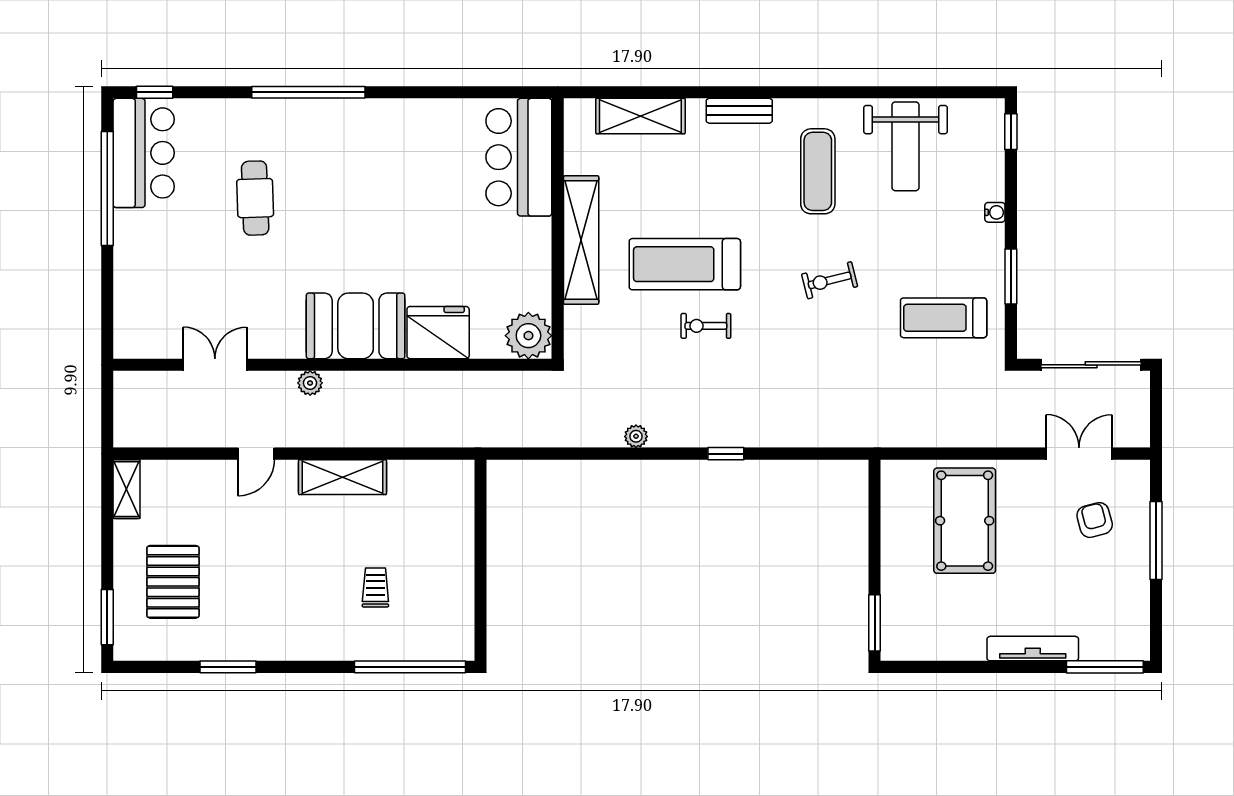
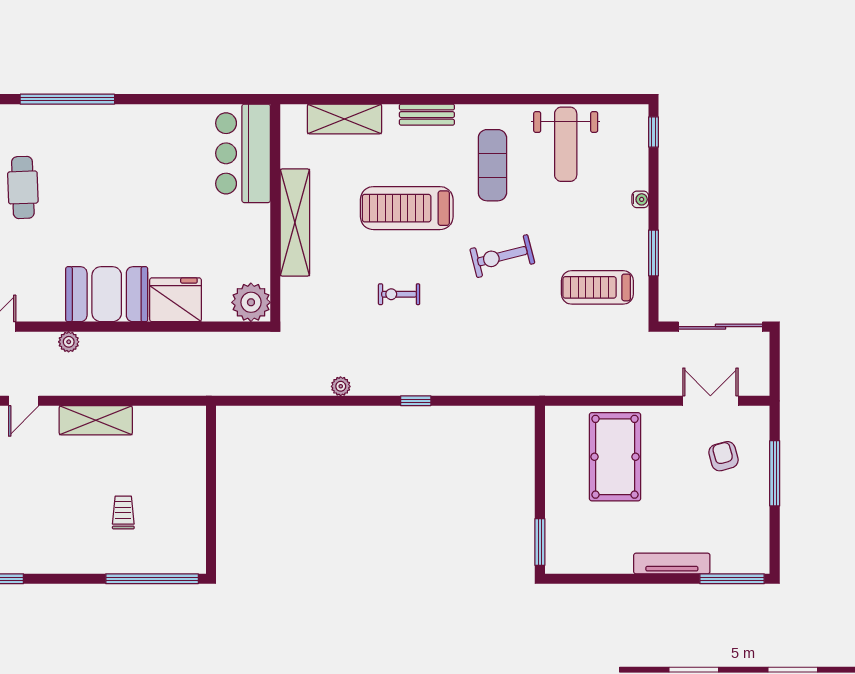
treadmill: (685, 264) -> (407, 208), moved
exercise bike: (830, 280) -> (502, 256), width x1.38, depth x1.39

